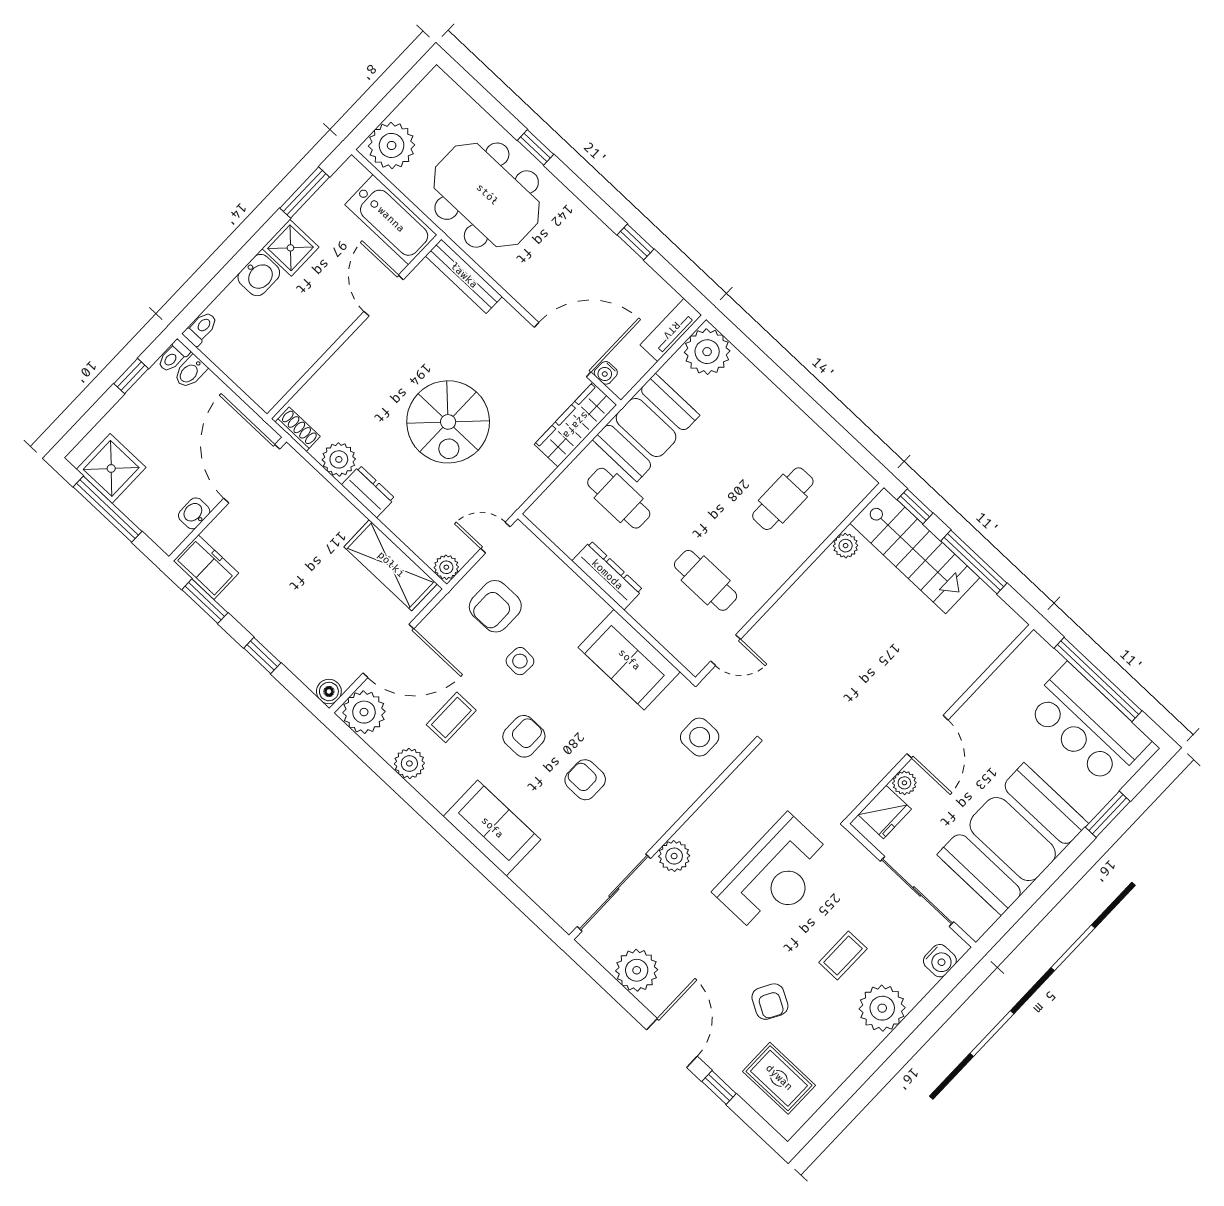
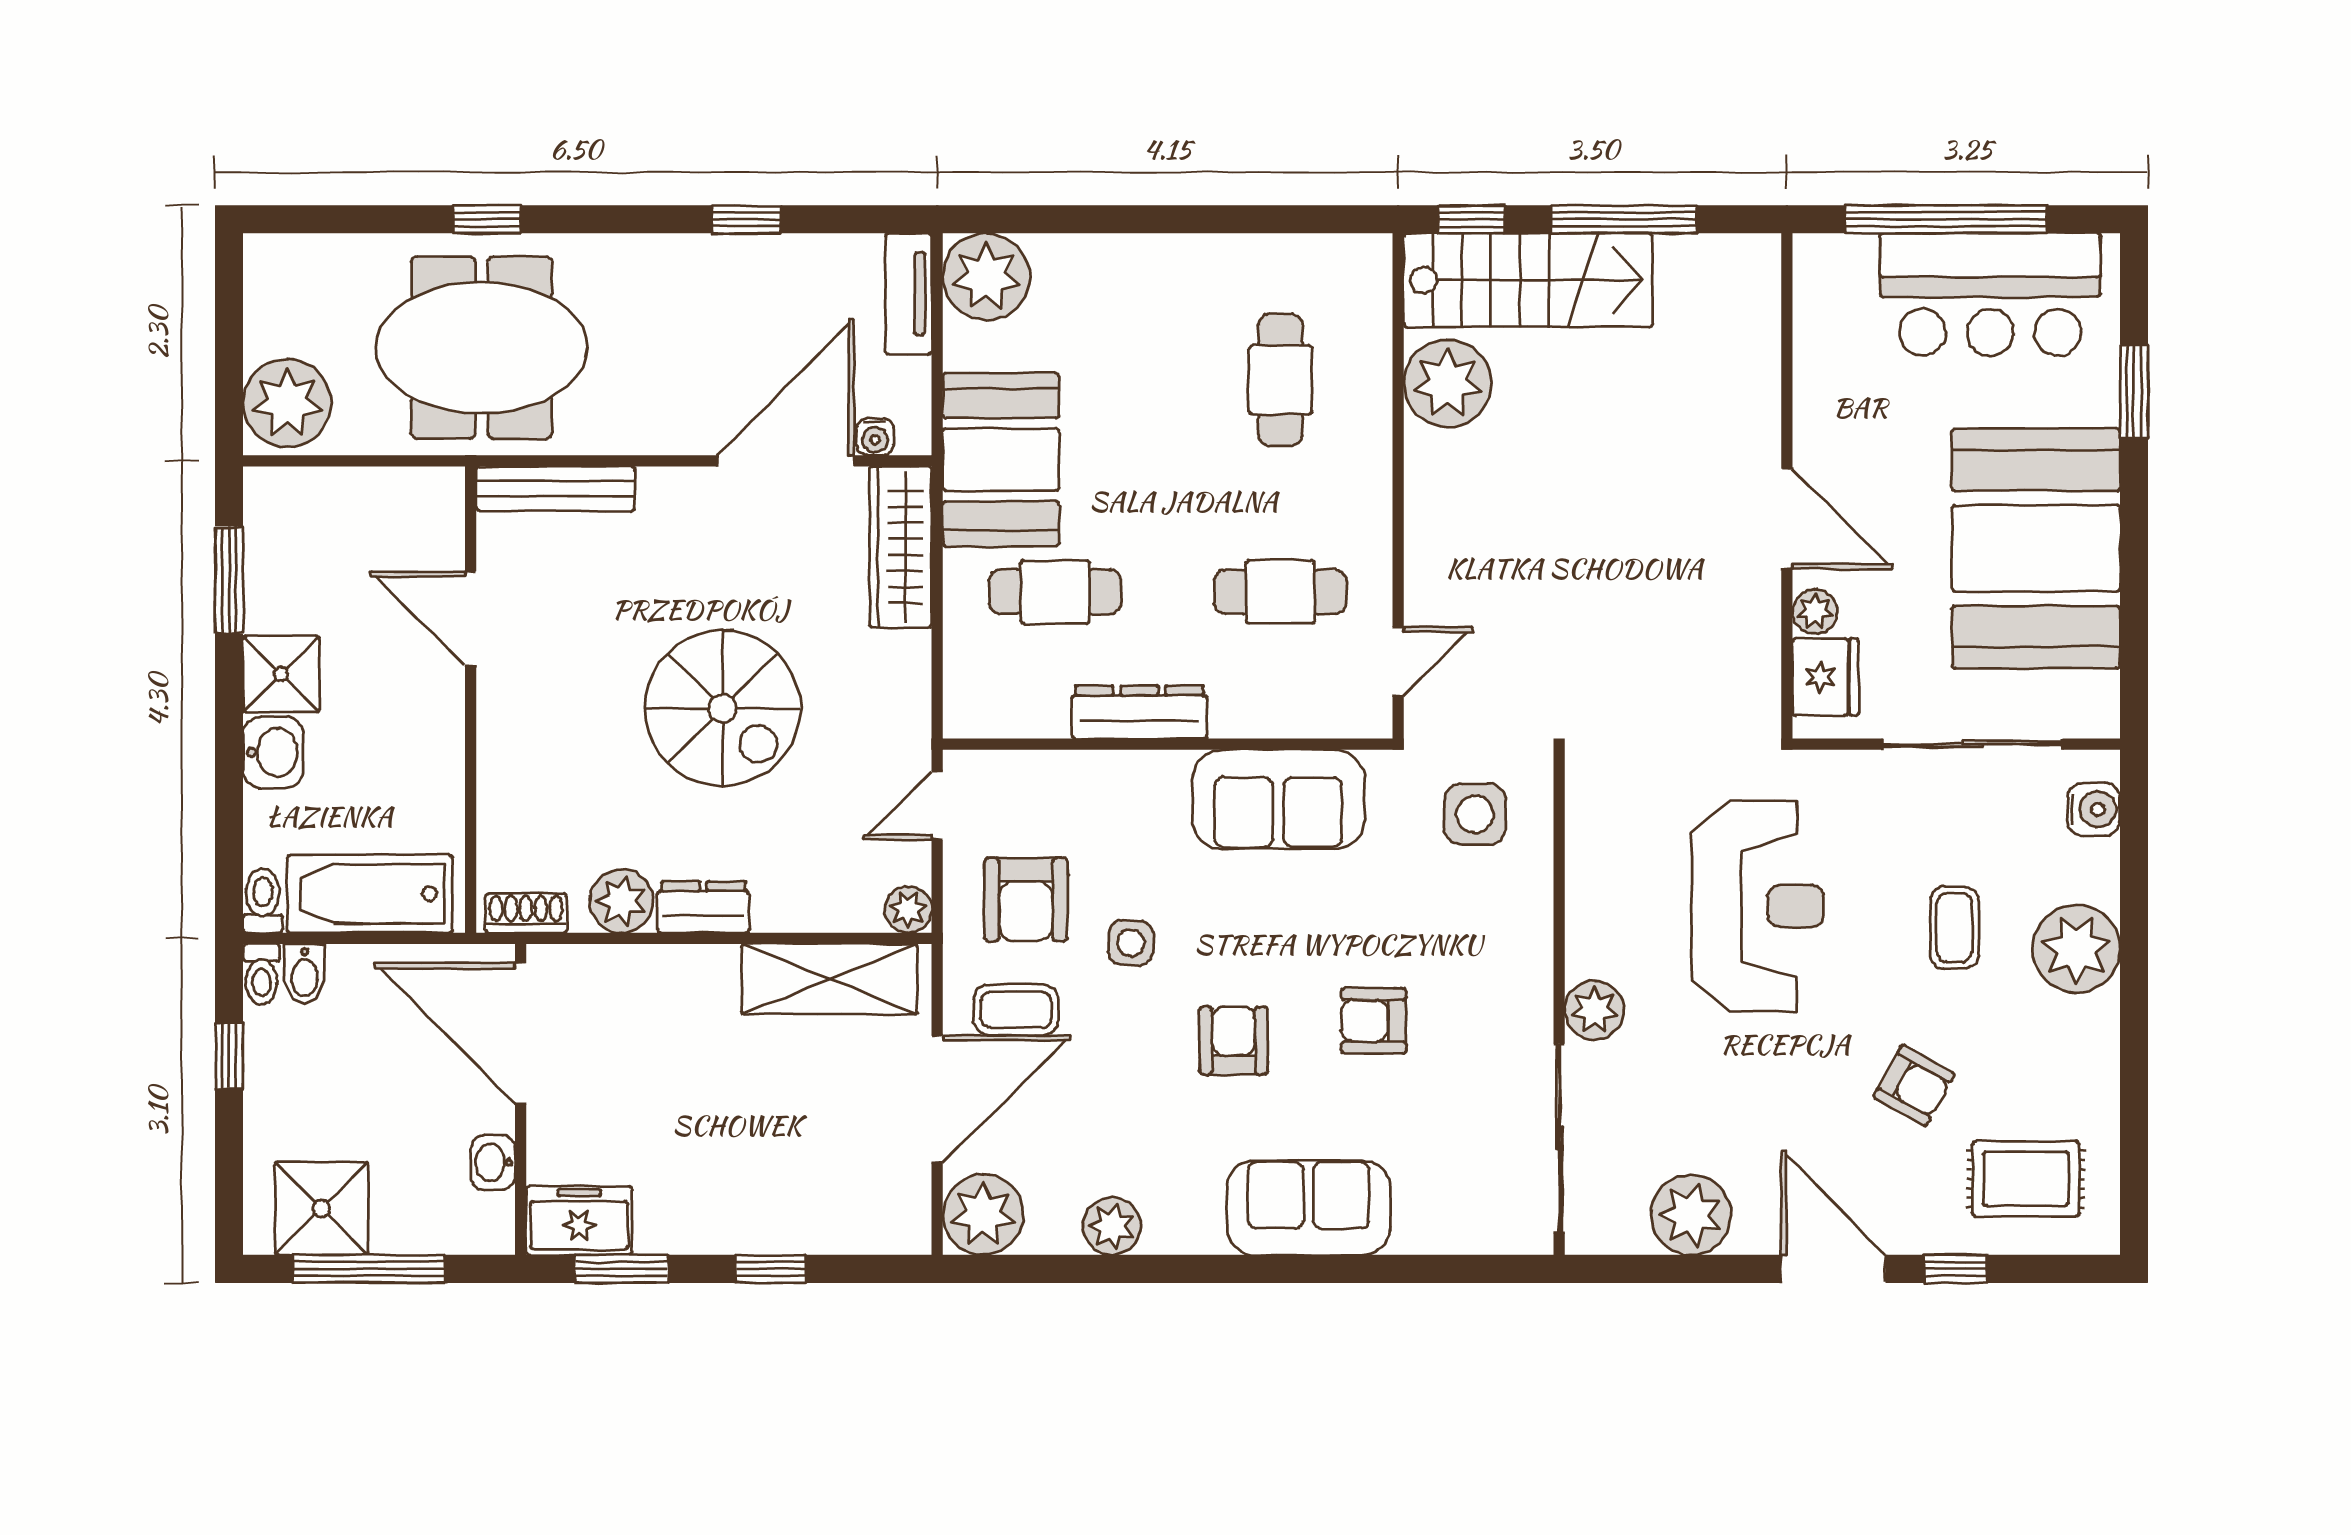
bathtub: (391, 220) -> (370, 894), moved, turned 180
plant: (846, 546) -> (1448, 383), width x1.87, depth x1.87
boiler: (329, 691) -> (908, 1232), removed
coffee table: (451, 717) -> (1016, 1010), moved, turned 90

